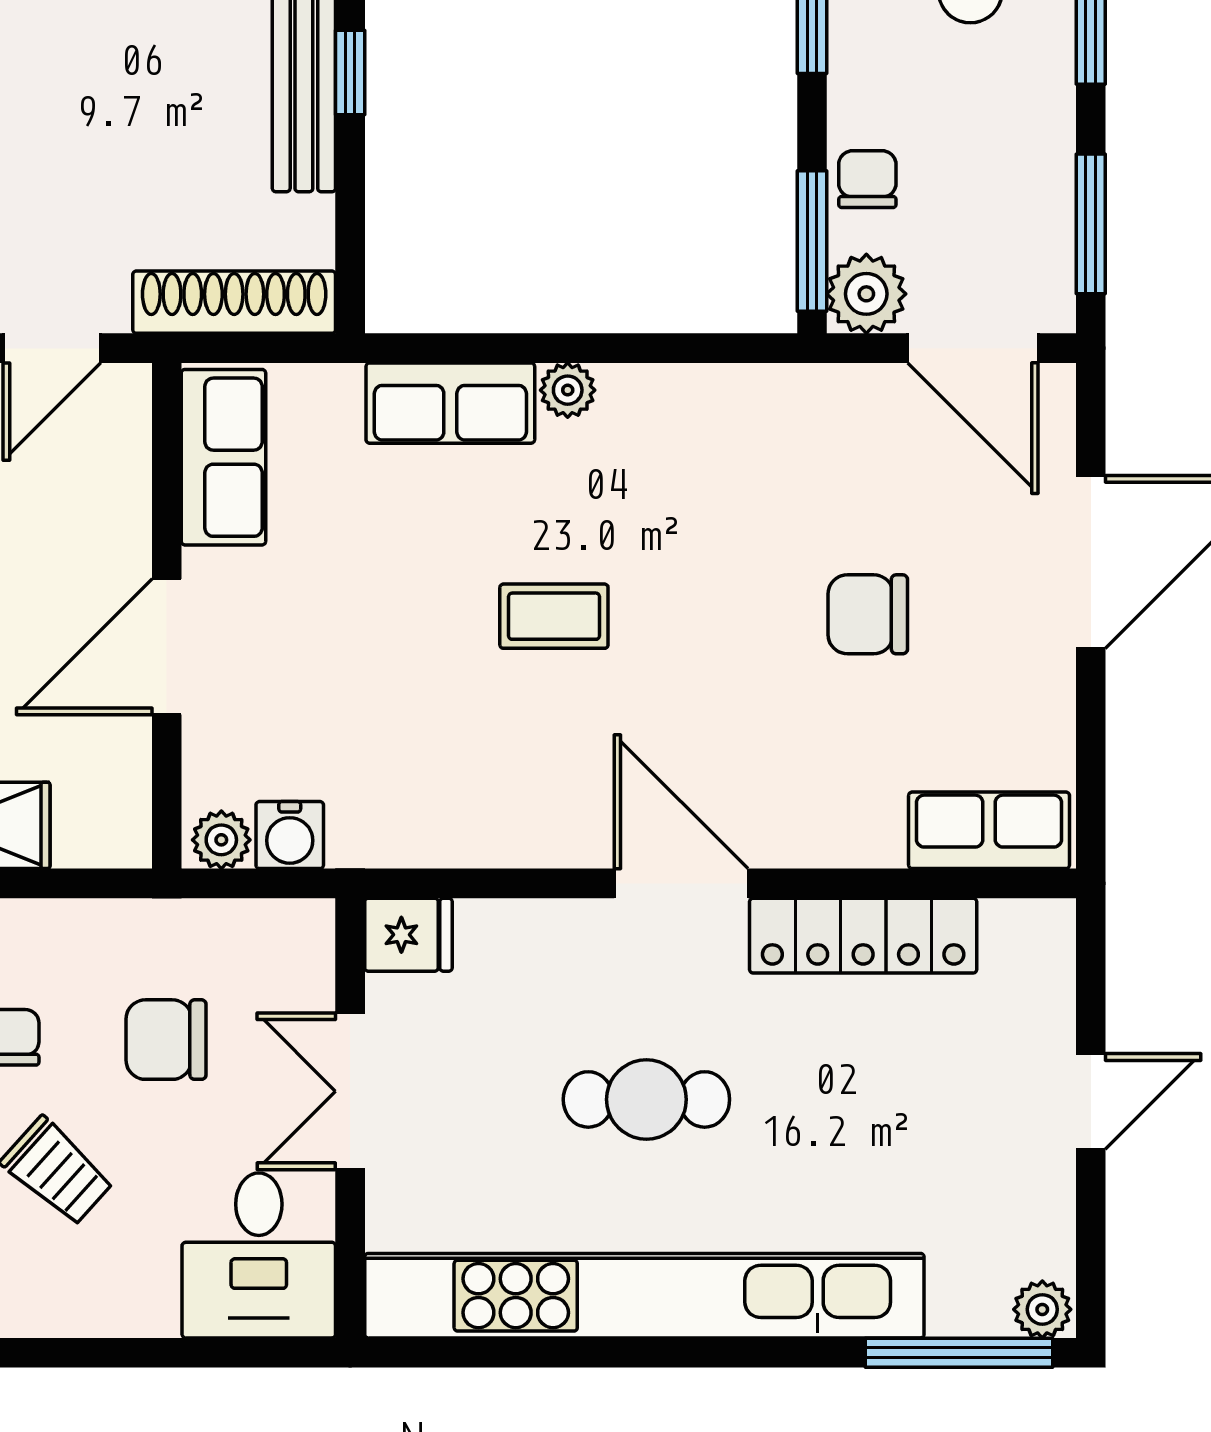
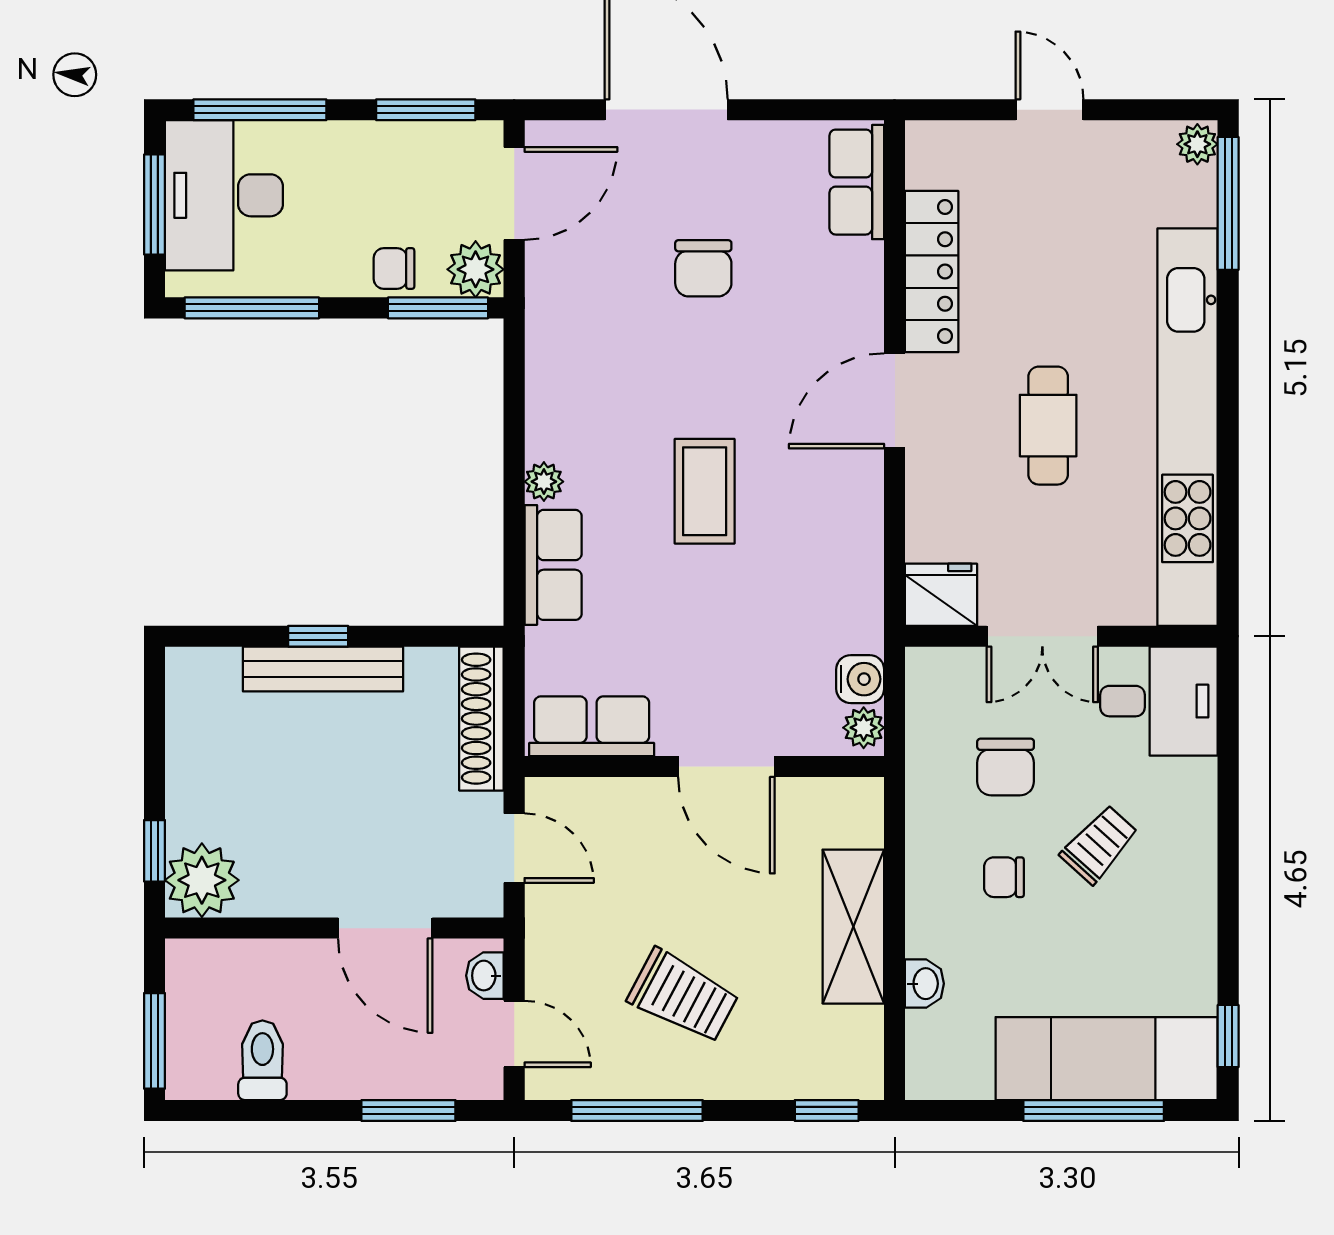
coffee table: (554, 616) -> (705, 491), width x1.36, depth x1.30
fridge: (408, 935) -> (941, 595), width x1.38

